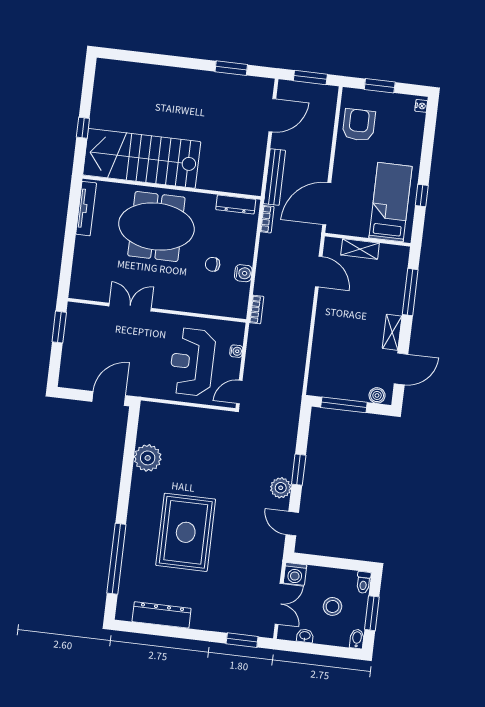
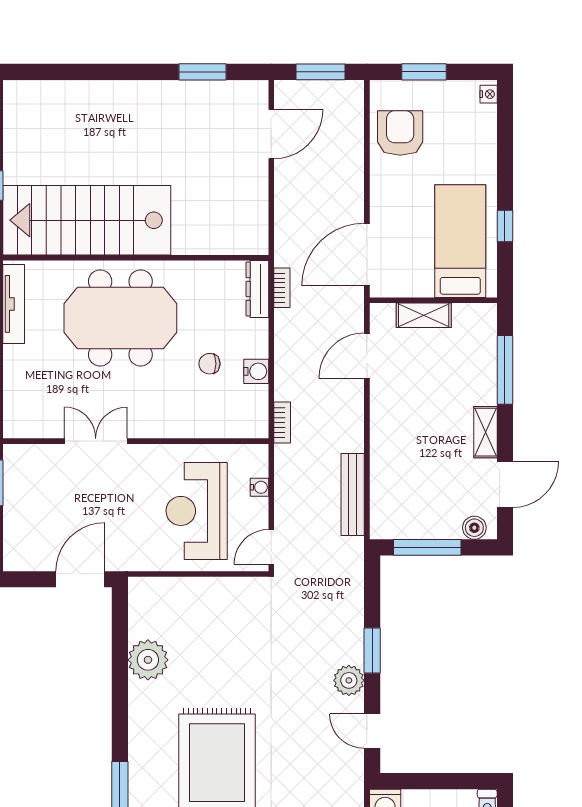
bench: (275, 177) -> (353, 495), moved
dresser: (236, 204) -> (257, 289), moved, turned 90
door: (319, 272) -> (367, 356), swing flipped

